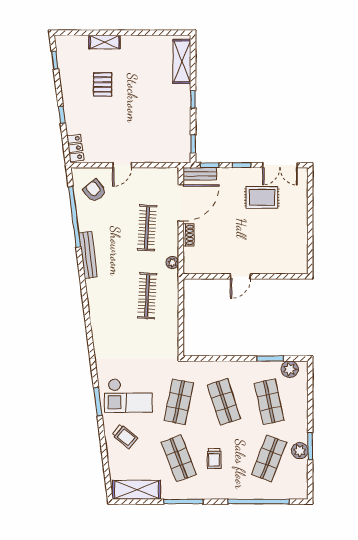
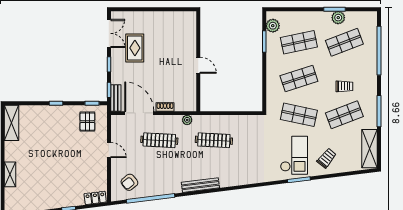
shelving: (182, 61) -> (12, 123), moved, turned 90
pallet: (103, 85) -> (87, 122), moved, turned 90
door: (122, 165) -> (109, 150), moved
bench: (88, 255) -> (200, 185), moved
shop shelf: (269, 458) -> (344, 42), turned -42

